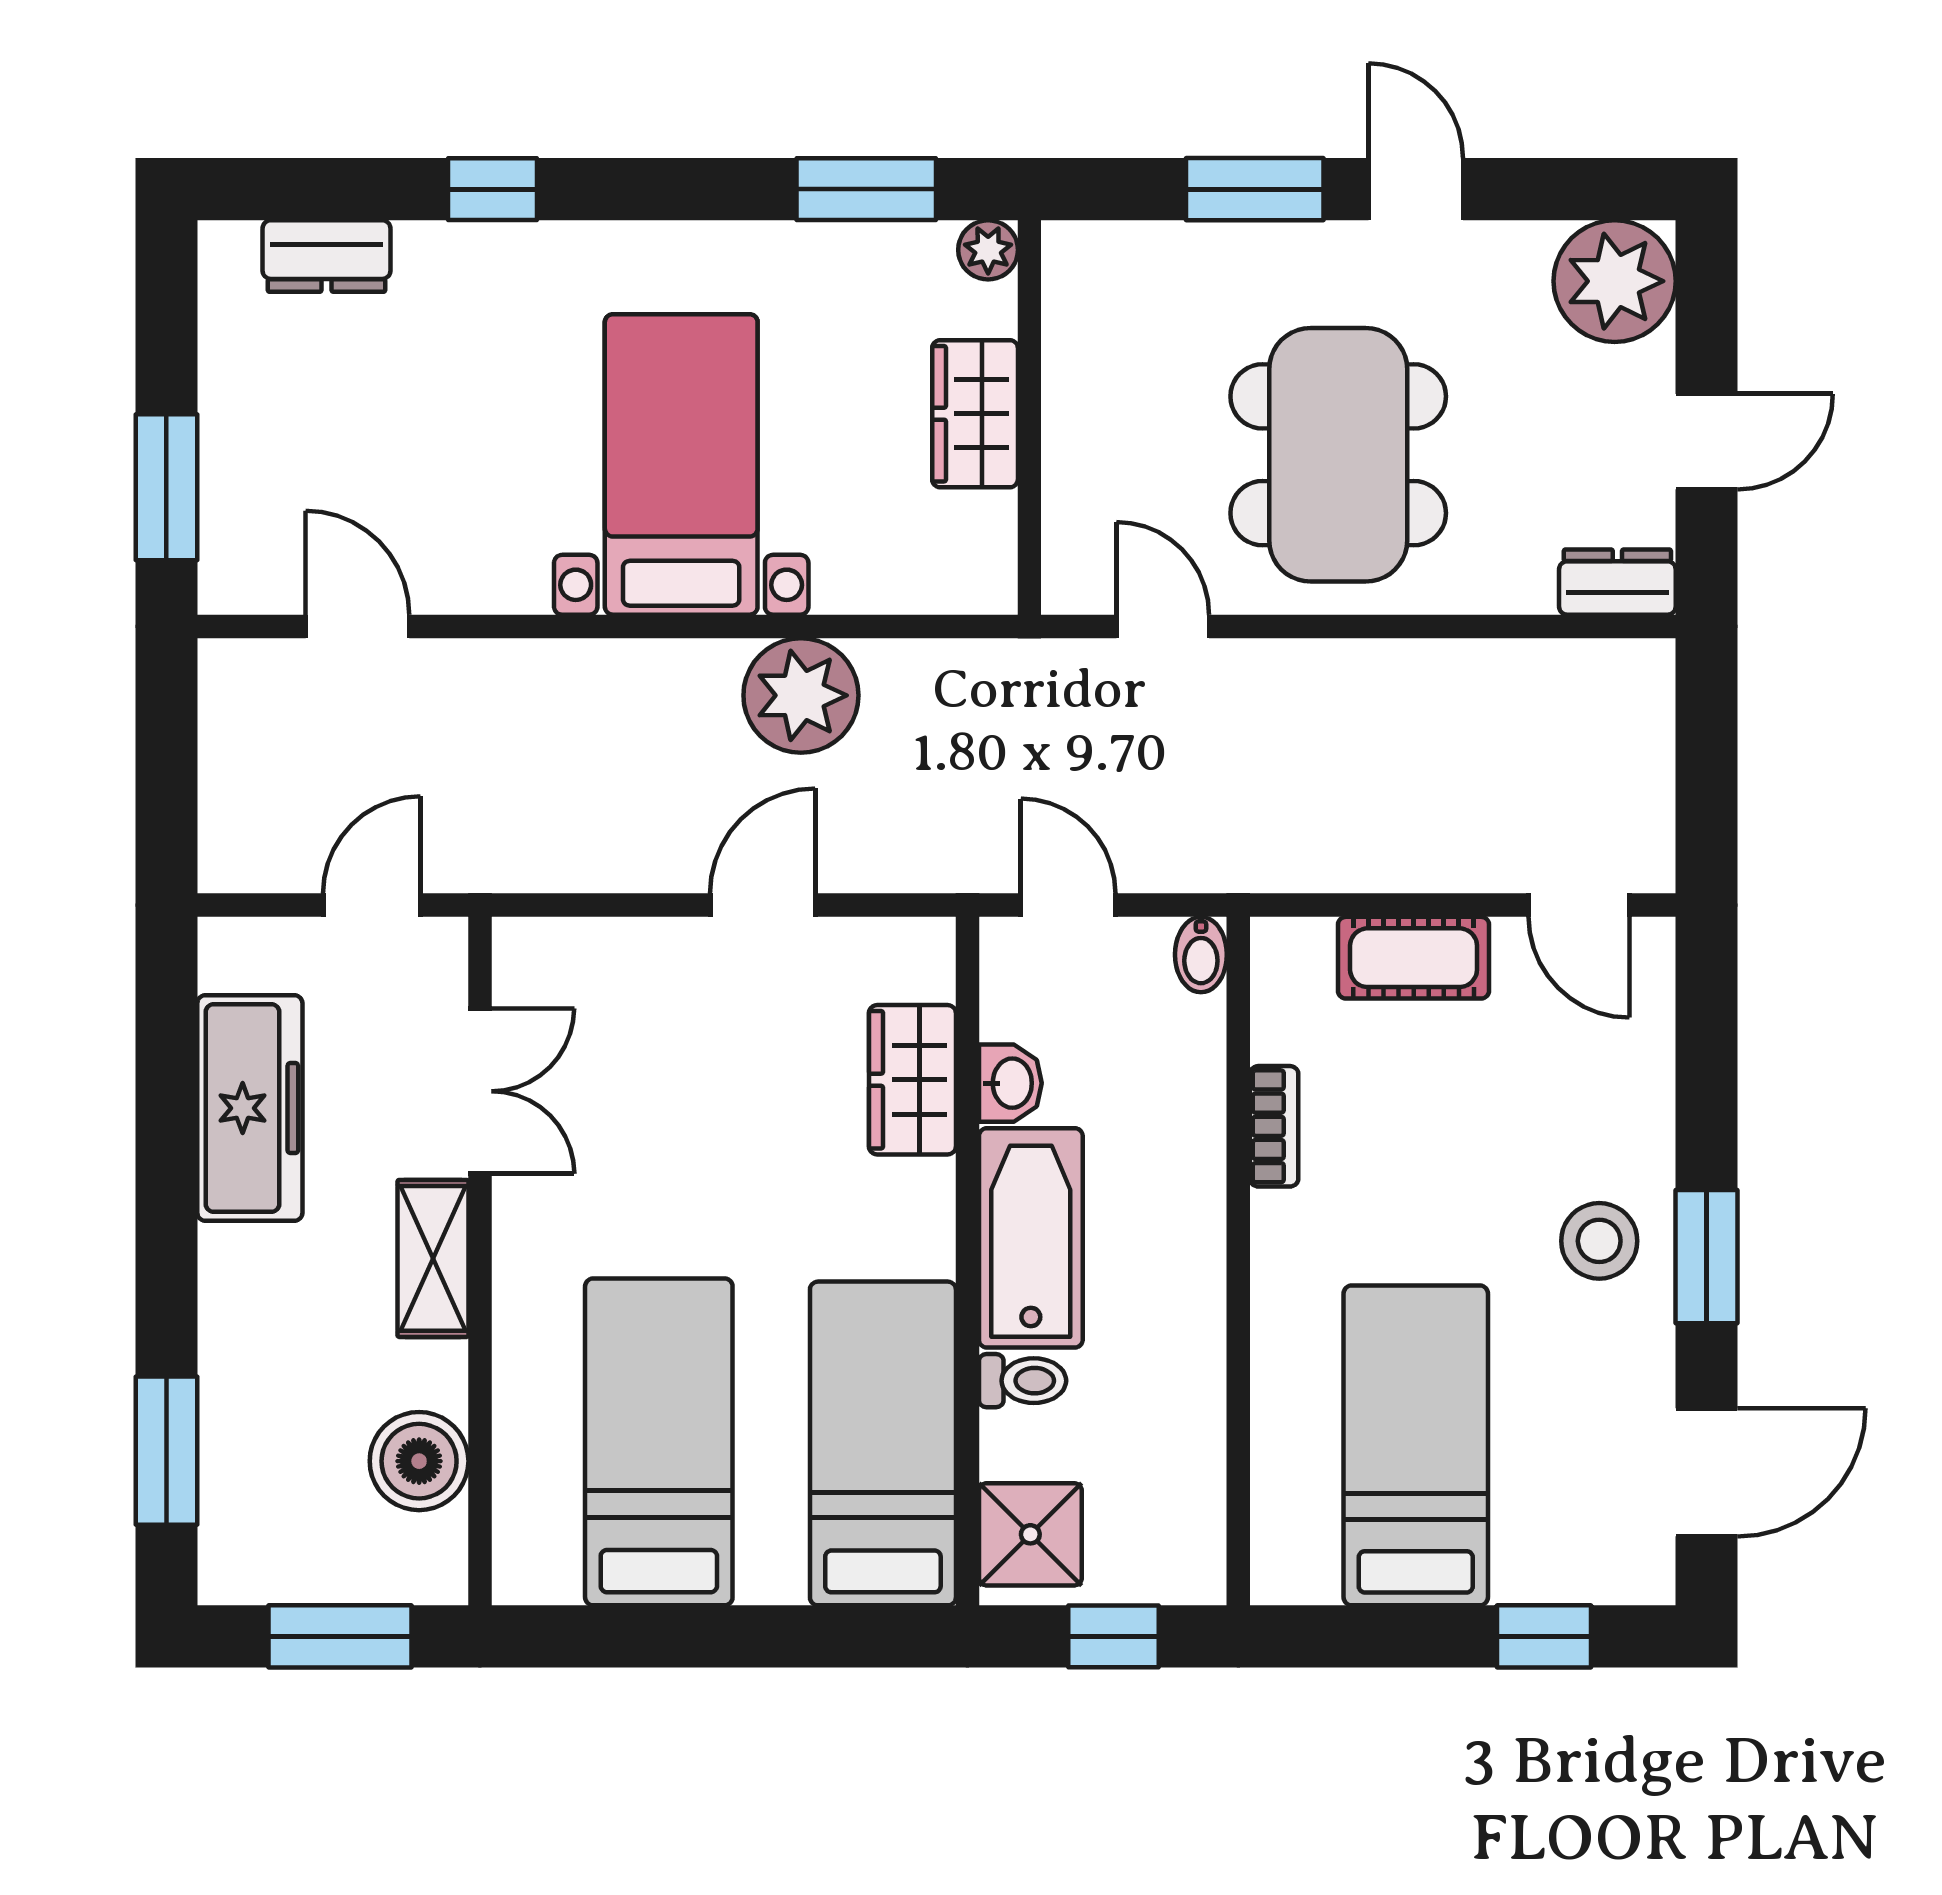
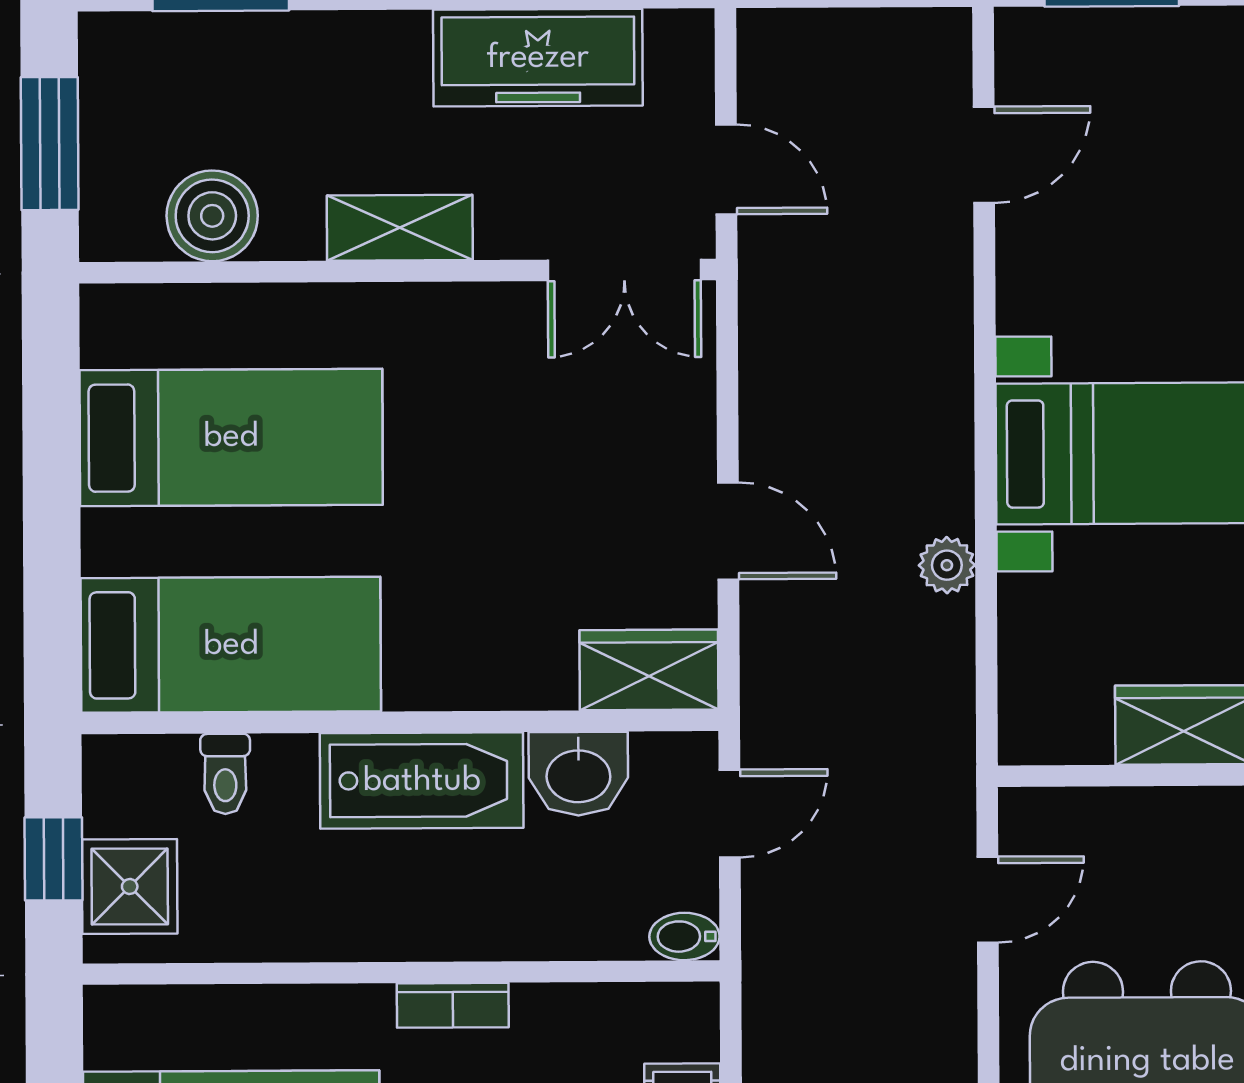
plant: (801, 695) -> (947, 565), width x0.53, depth x0.53
wardrobe: (912, 1080) -> (649, 670), moved
washbasin: (1010, 1083) -> (578, 774), width x1.38, depth x1.45
double door: (480, 1091) -> (624, 270), moved
bookcase: (1274, 1126) -> (453, 1005), moved
toilet: (1023, 1381) -> (225, 774), moved
shower: (1030, 1534) -> (130, 887), moved

